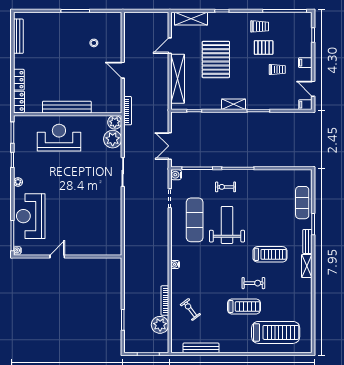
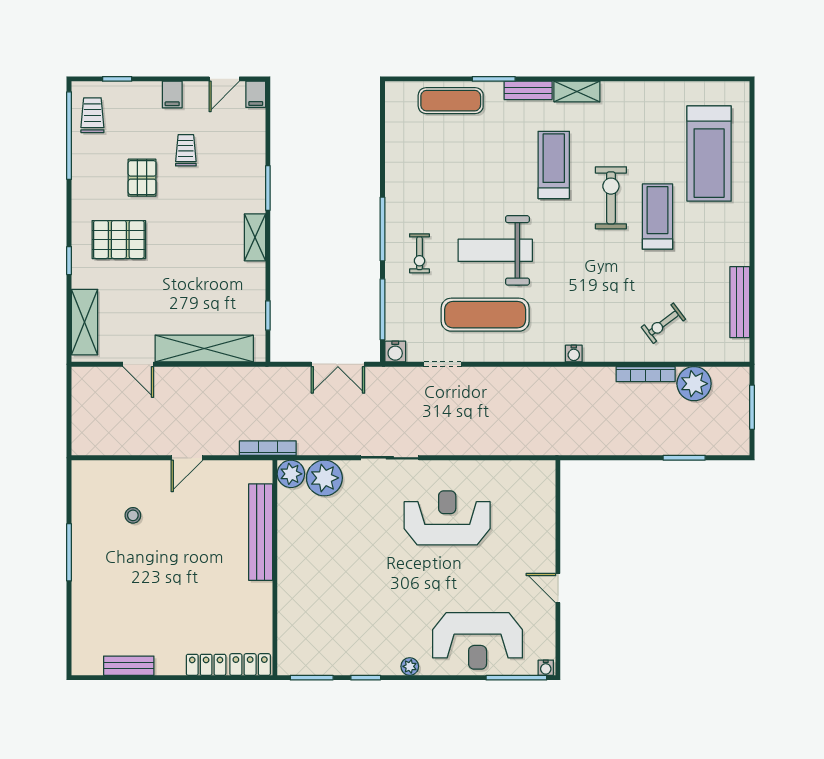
trolley: (260, 26) -> (92, 115), moved
bench: (18, 36) -> (129, 666), width x0.73
pallet: (216, 59) -> (119, 240), moved, width x0.73, depth x0.71
bench: (67, 107) -> (261, 532), moved
reception desk: (59, 138) -> (447, 518), moved, turned 90
exercise bike: (253, 283) -> (611, 198), width x1.38, depth x1.39
treadmill: (276, 332) -> (709, 154), turned 180

